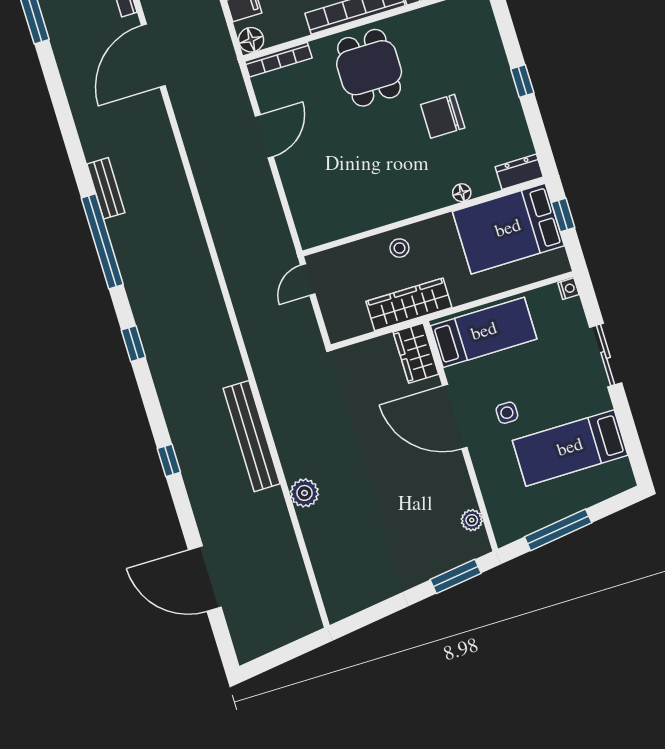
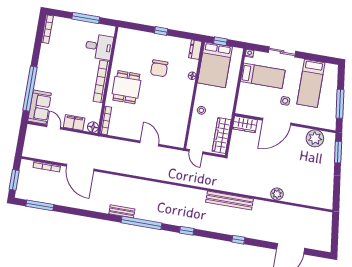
dining table: (369, 68) -> (126, 87), turned 90
door: (264, 136) -> (149, 144), moved
wardrobe: (409, 304) -> (222, 135), moved
bed: (484, 332) -> (263, 76), moved, turned 90
bench: (252, 436) -> (230, 201), moved
plant: (472, 520) -> (315, 138), width x1.88, depth x1.88

